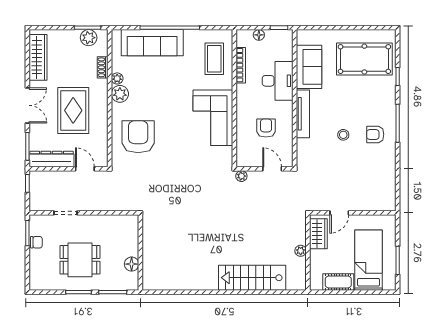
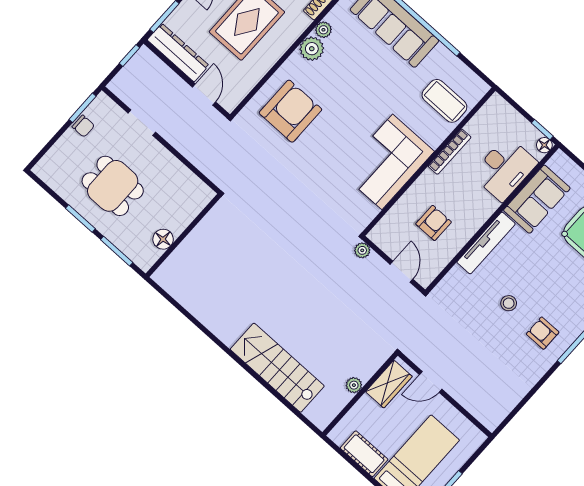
floor lamp: (259, 35) -> (544, 145), moved
coffee table: (214, 59) -> (444, 101), turned 90
bookcase: (241, 65) -> (450, 152), moved
desk: (278, 81) -> (505, 169), moved

